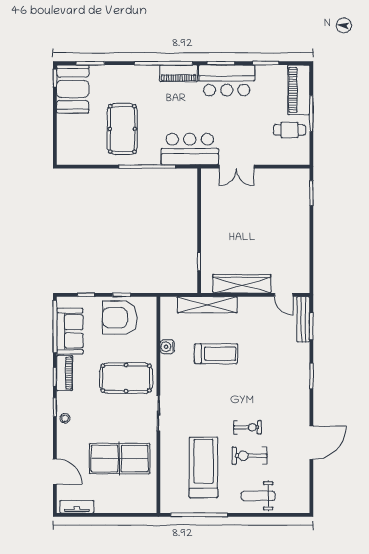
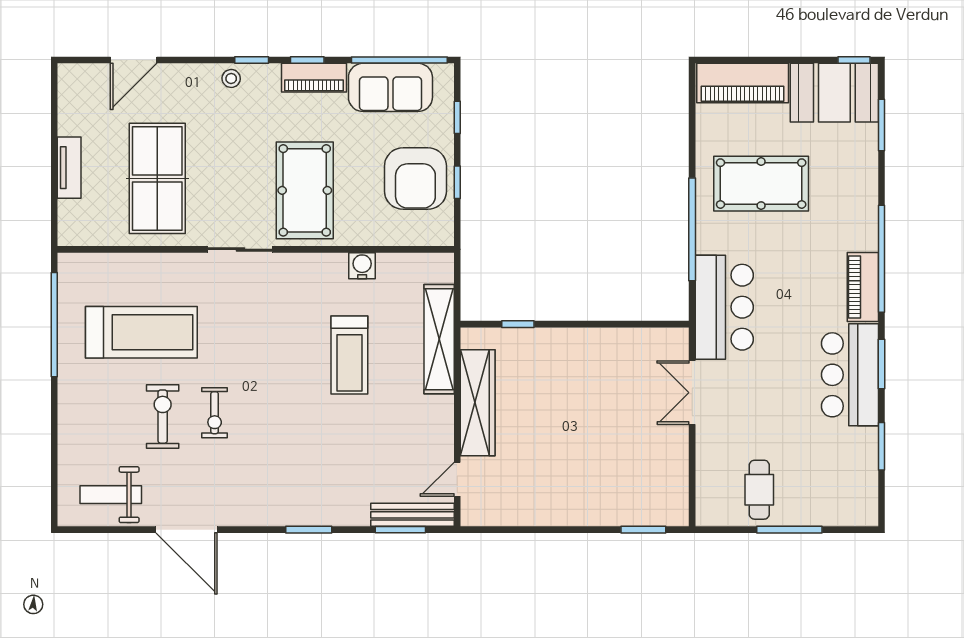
piano: (299, 90) -> (743, 83), moved, turned 180
armchair: (120, 318) -> (415, 179), turned 180
weight bench: (258, 496) -> (111, 495), moved, turned -90
tv unit: (77, 507) -> (69, 168), moved

